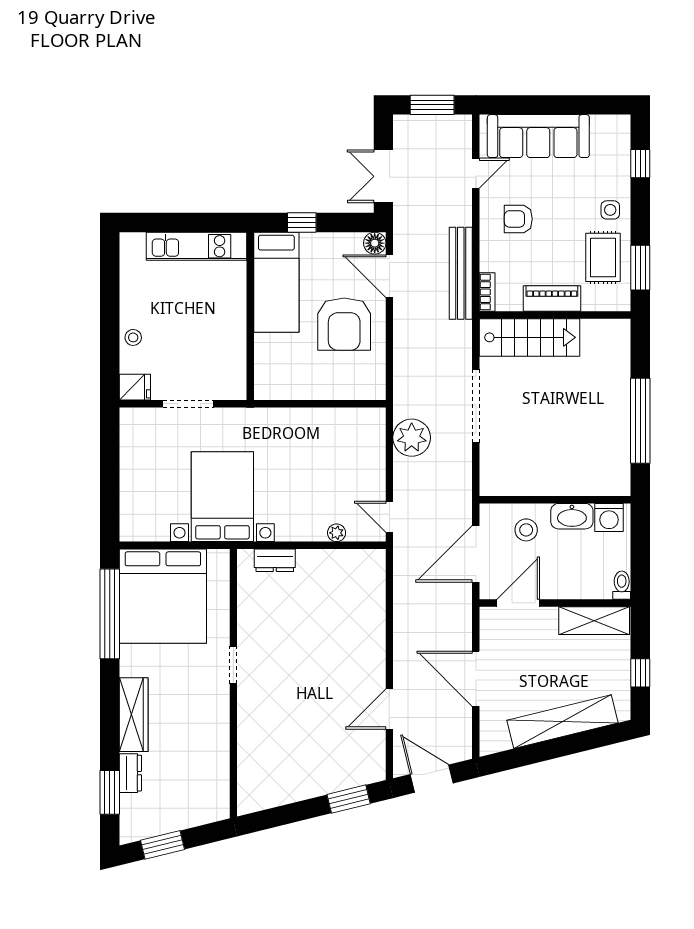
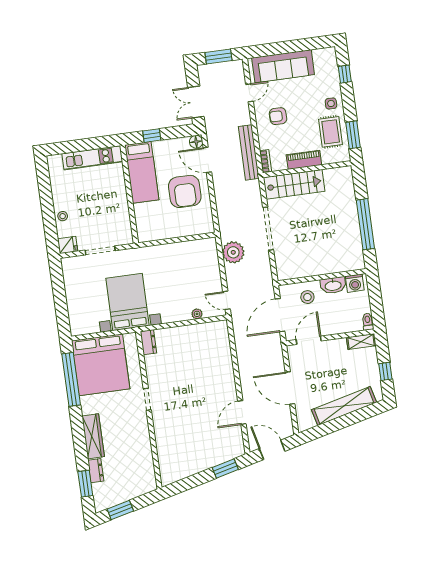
dresser: (275, 560) -> (148, 342), moved, turned -90
shelving: (594, 621) -> (361, 342), width x0.67, depth x0.75

